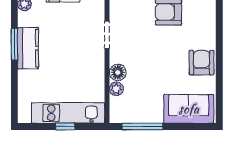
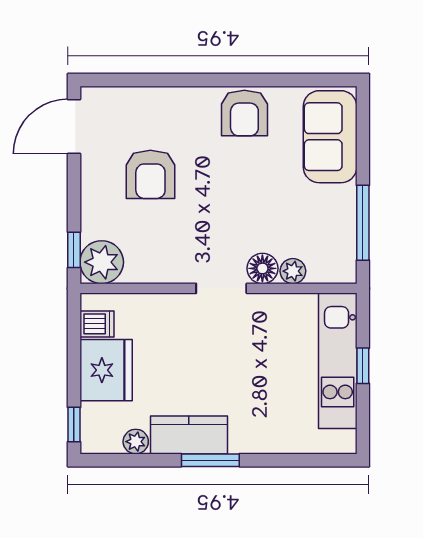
doorway: (107, 35) -> (221, 288), moved
kitchen counter: (28, 48) -> (189, 435), moved
armchair: (201, 63) -> (244, 113), turned -90

